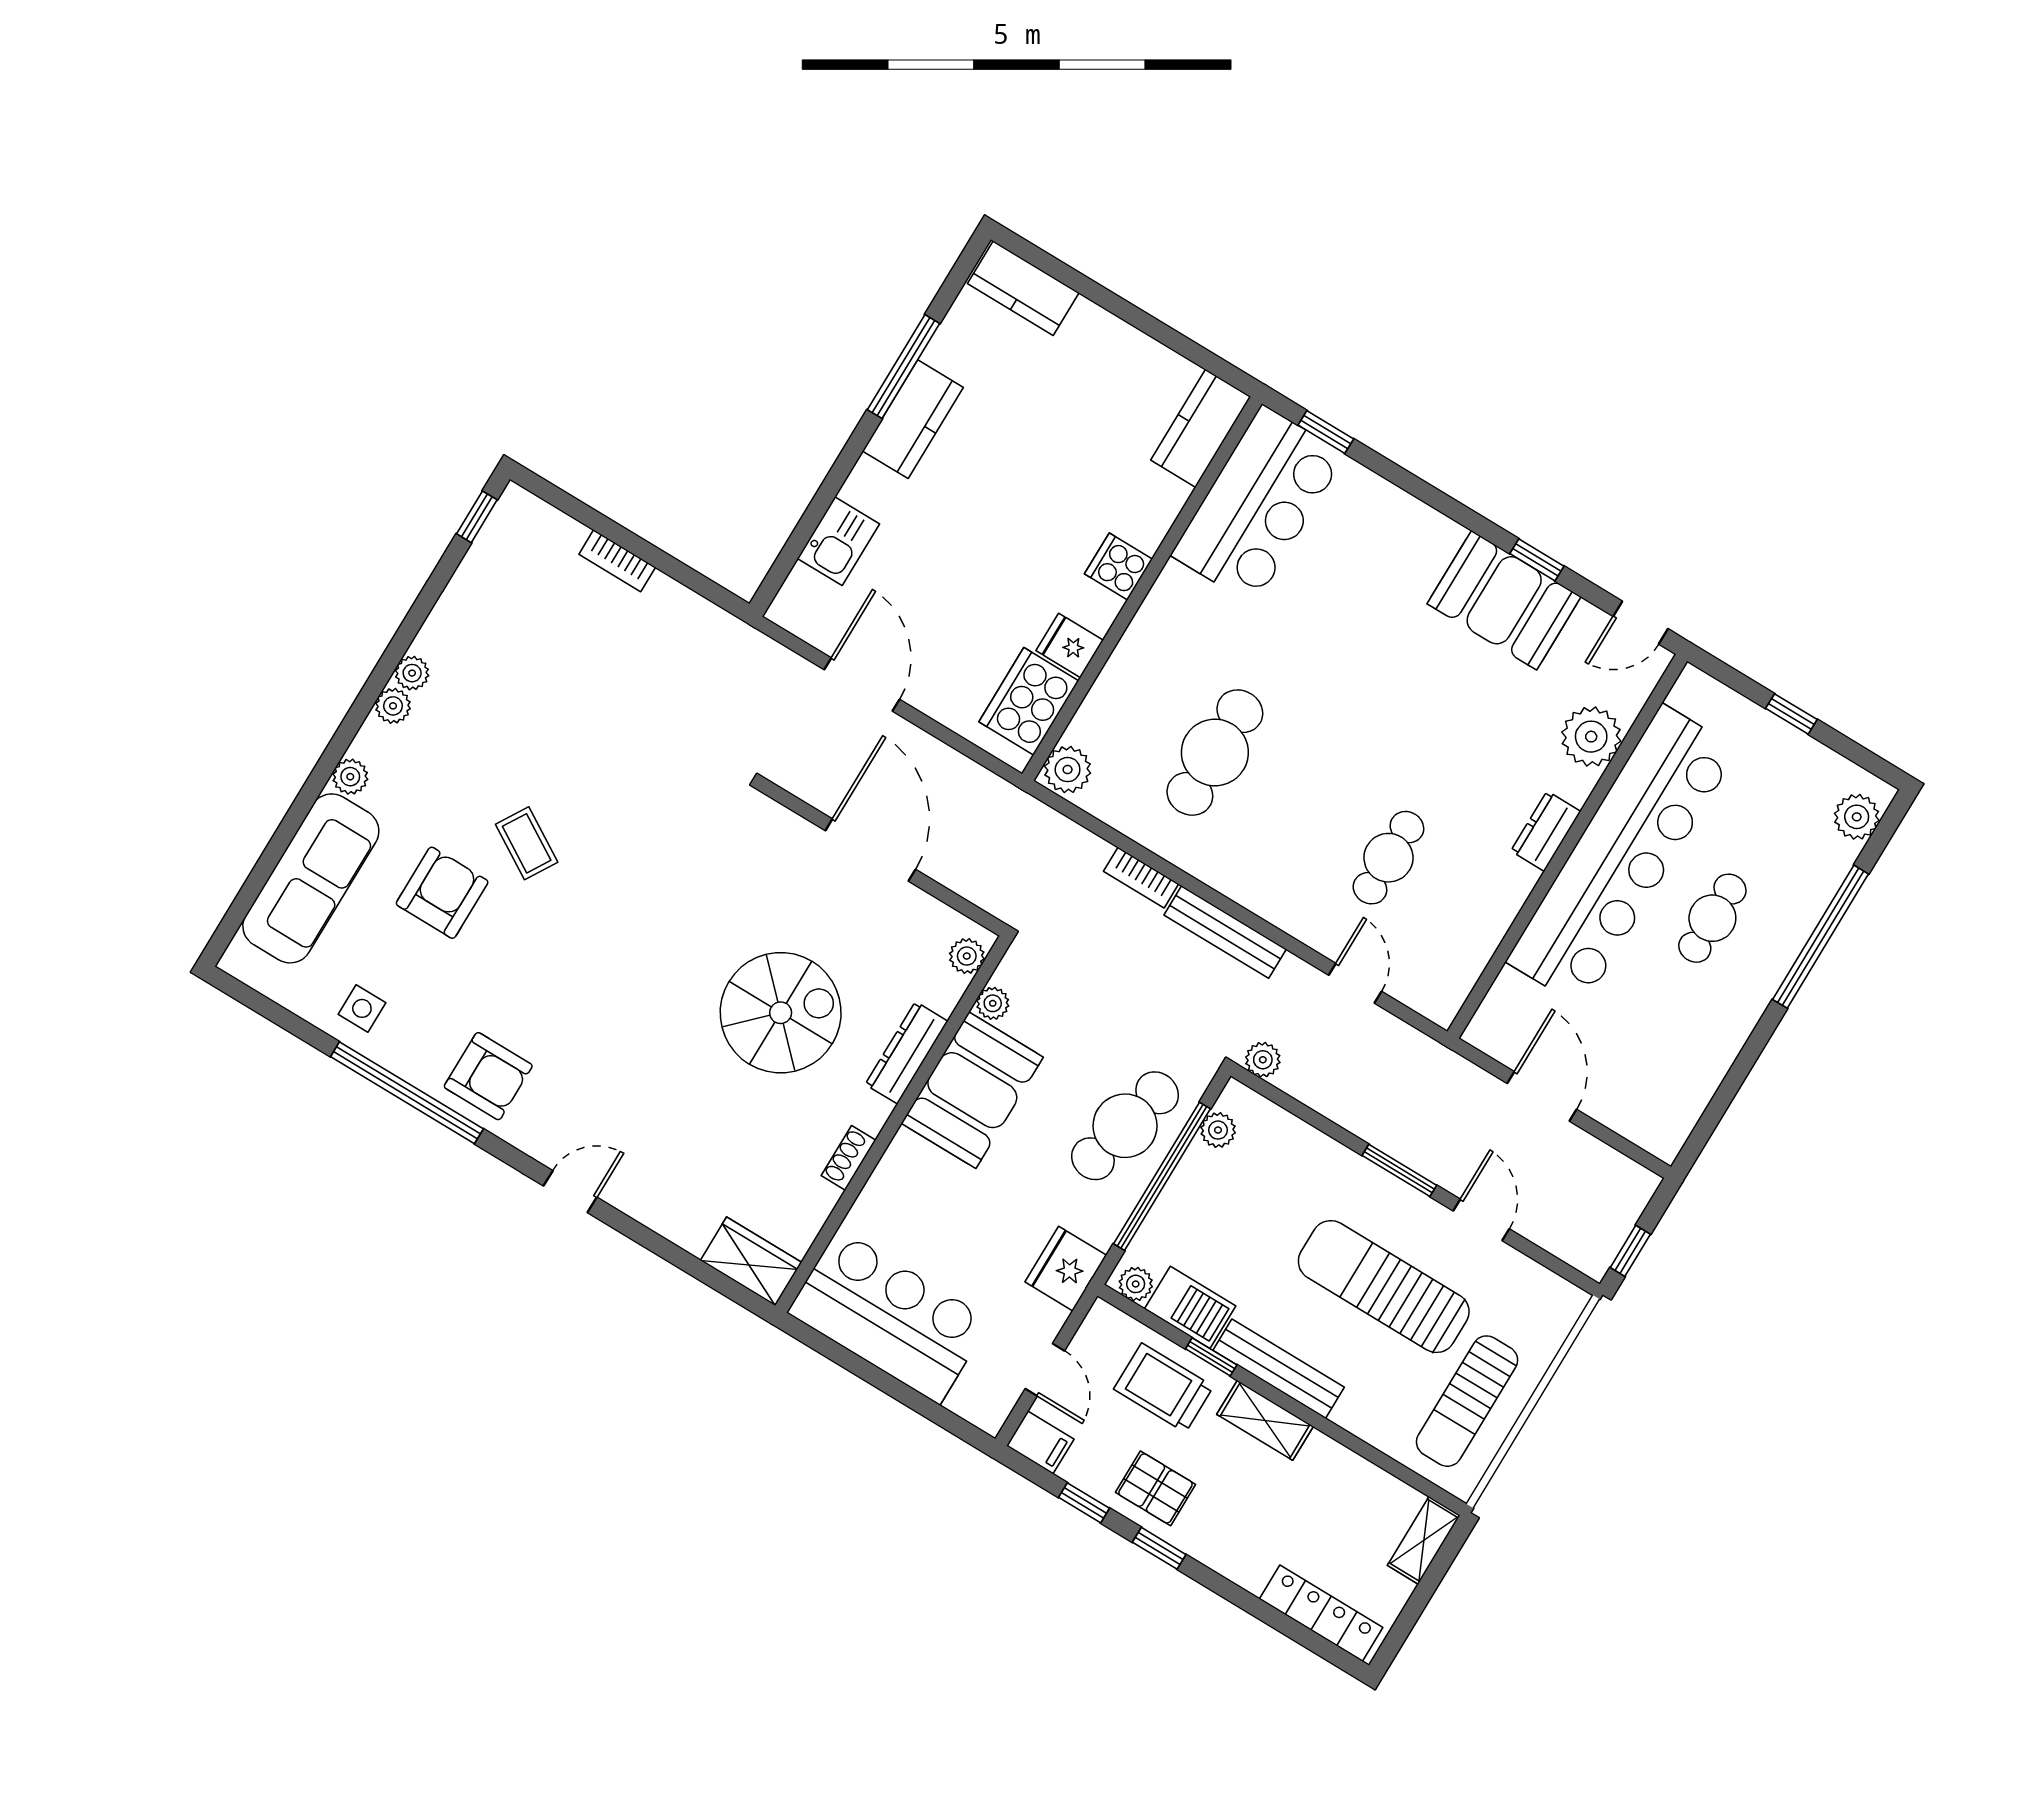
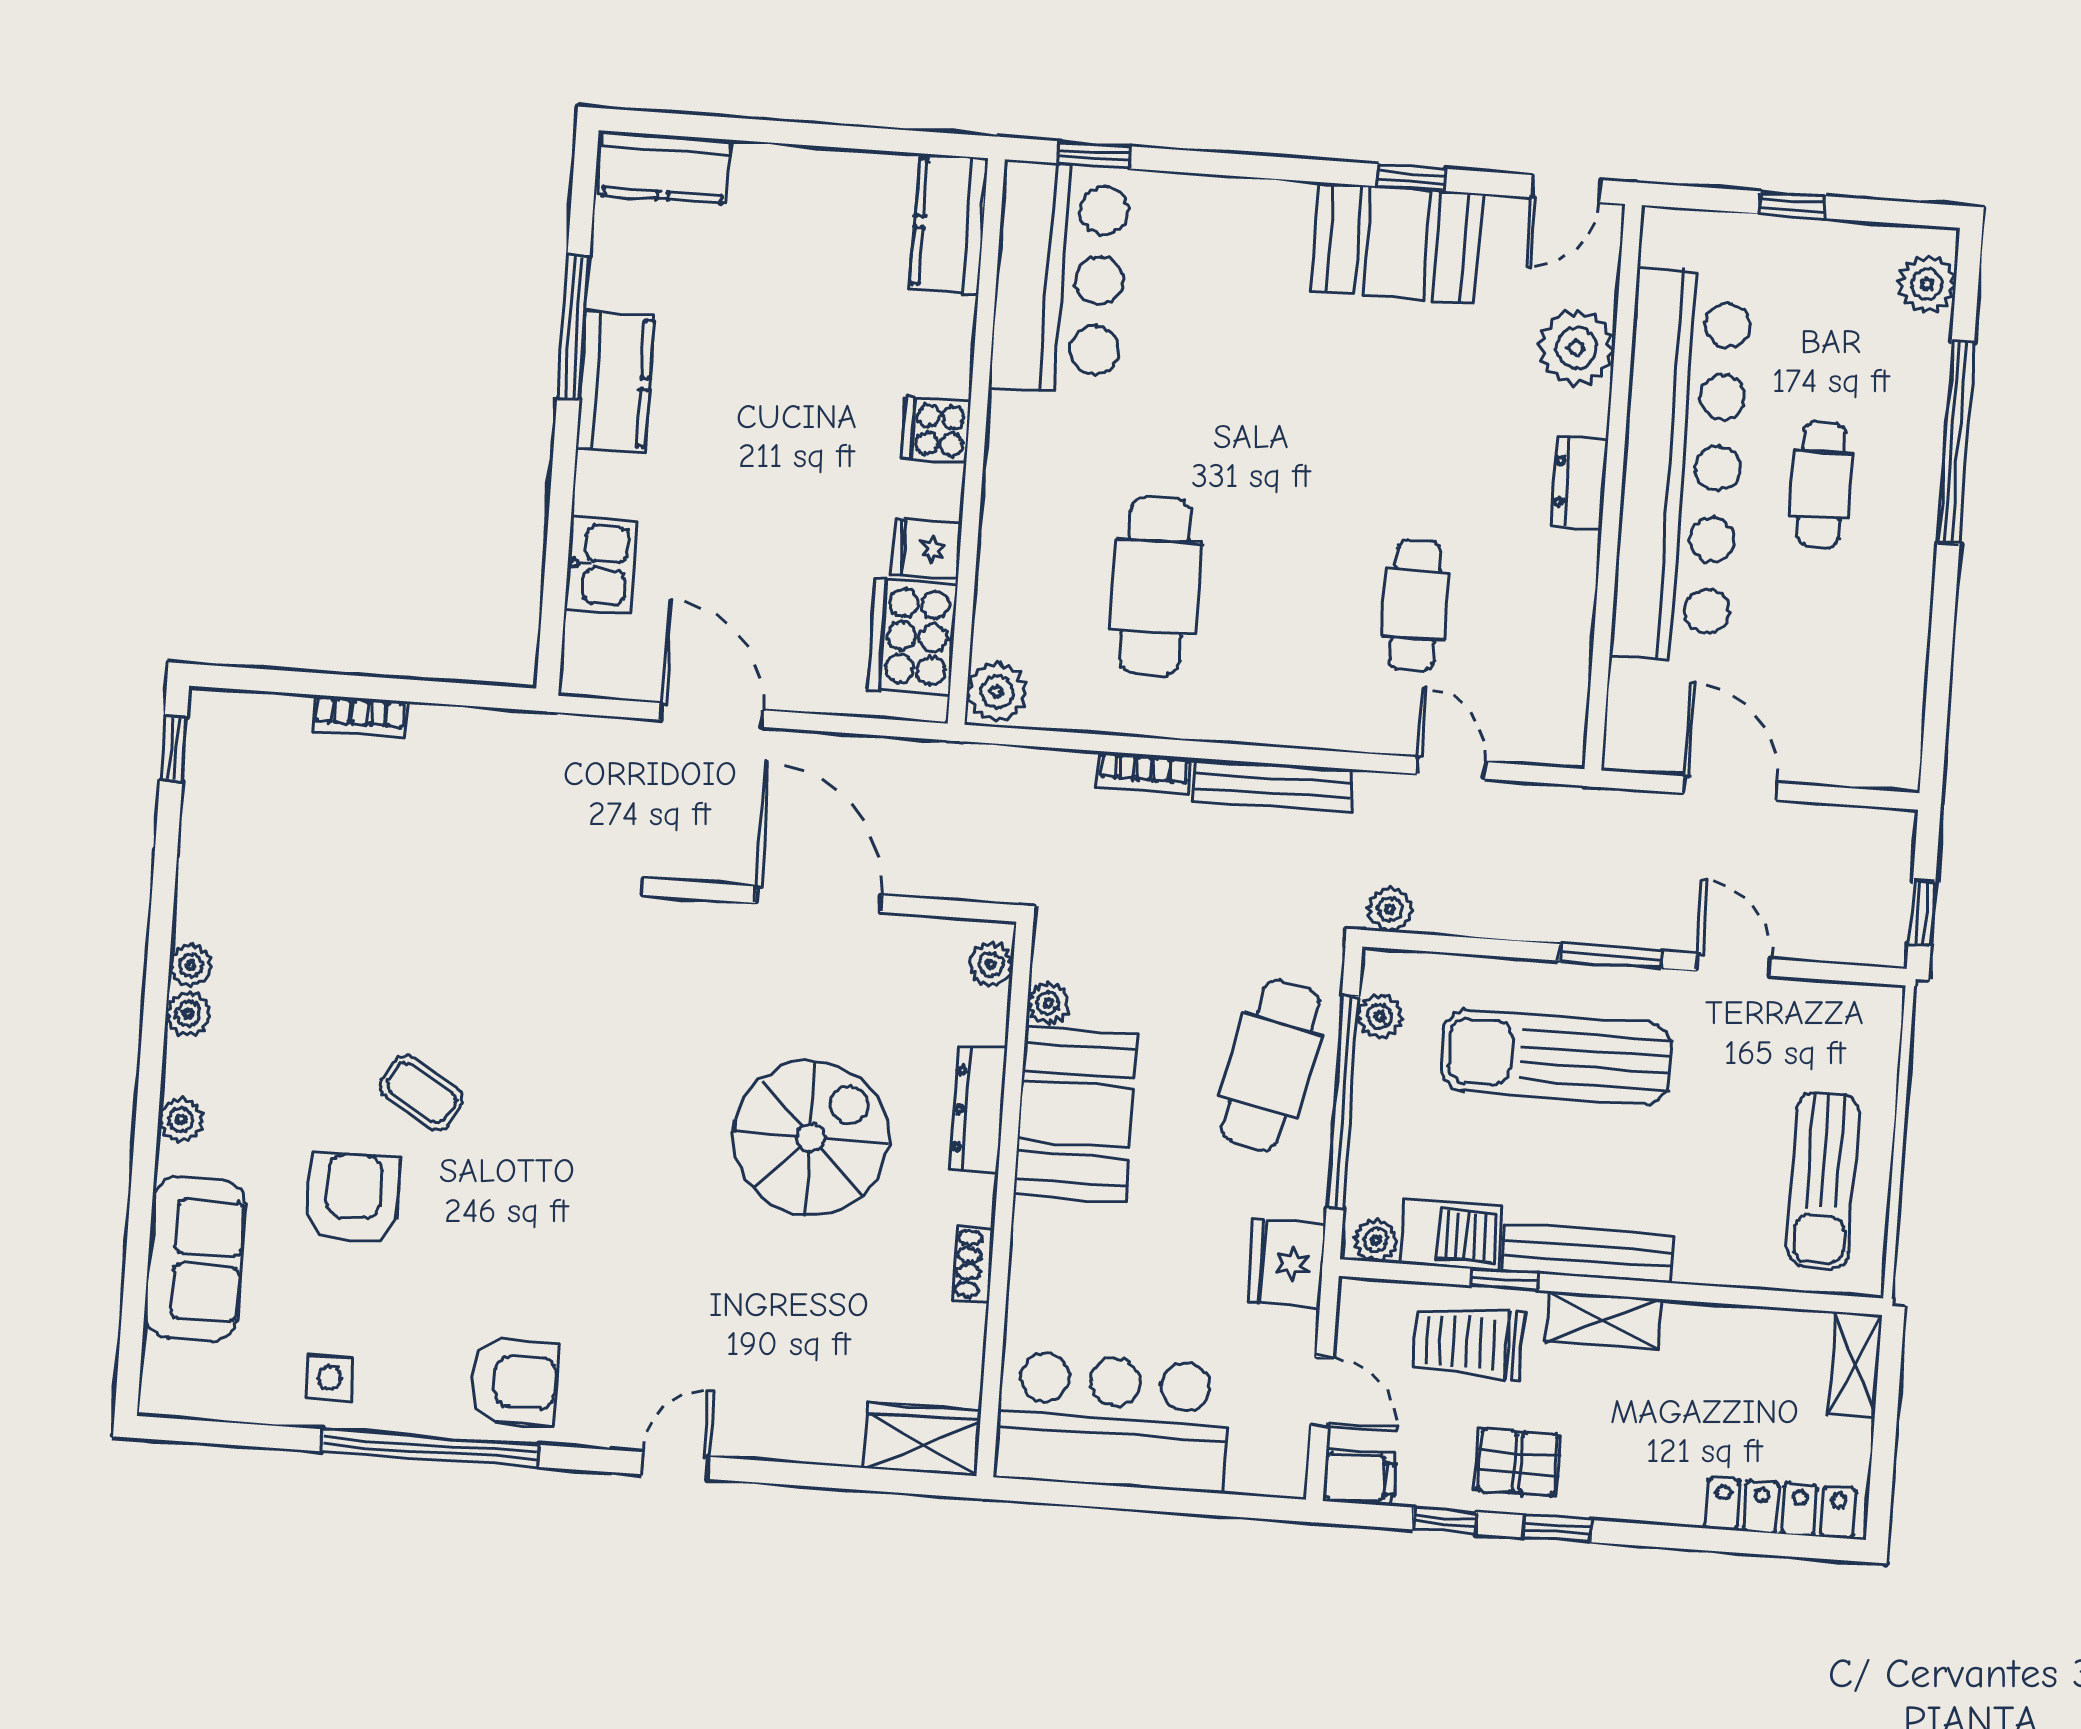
sofa: (311, 878) -> (195, 1259), width x0.73
sun lounger: (1384, 1287) -> (1556, 1057), moved

